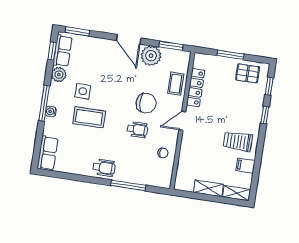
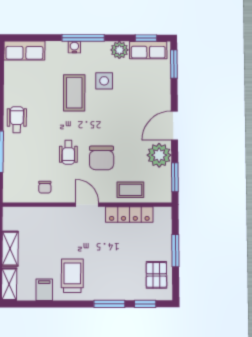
window: (265, 115) -> (109, 304), width x1.50
wheelchair: (104, 168) -> (17, 120), turned 180

